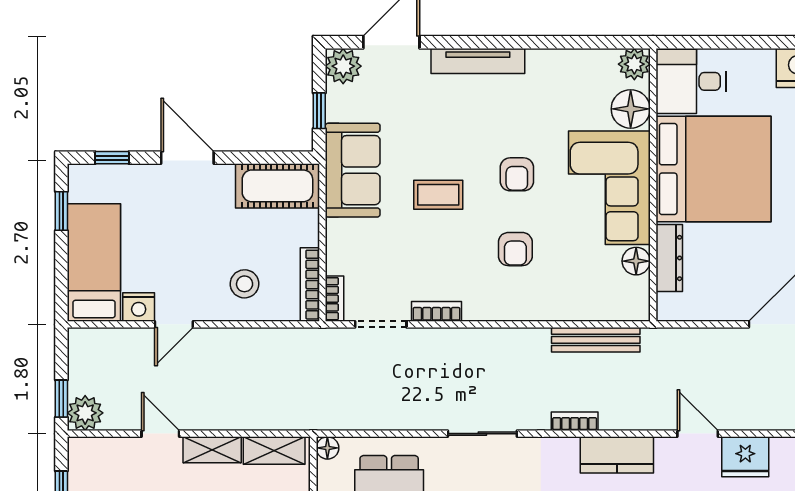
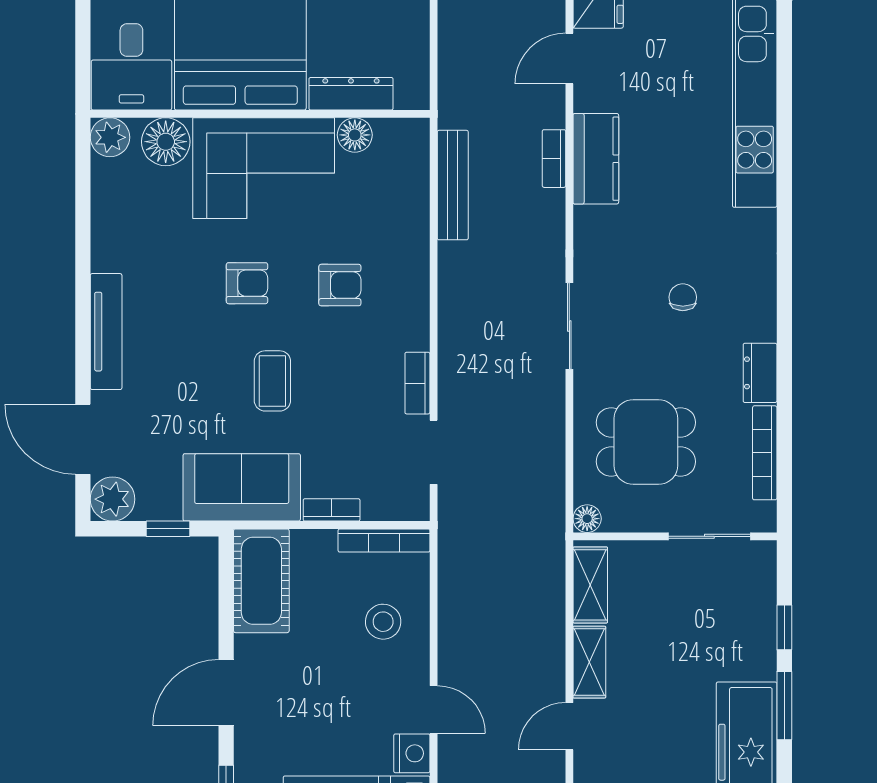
bookcase: (334, 299) -> (332, 510), moved
bookcase: (575, 421) -> (554, 159), moved

